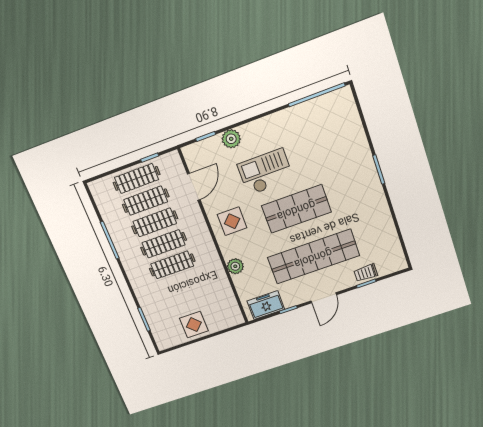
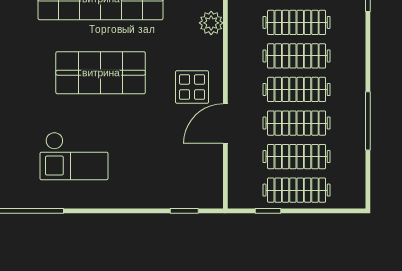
plant: (231, 139) -> (152, 196), removed
checkout: (265, 172) -> (74, 156), moved
door: (194, 187) -> (225, 124), moved
clothes rail: (181, 286) -> (297, 22), added

